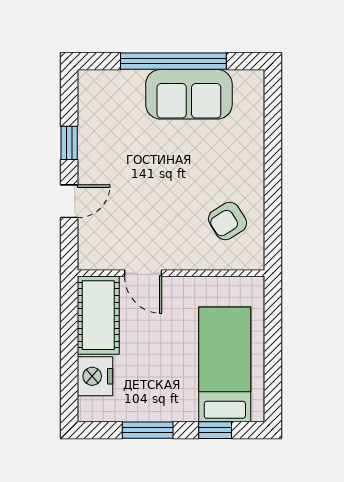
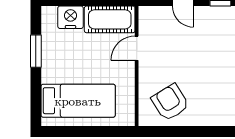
armchair: (227, 221) -> (170, 102), width x1.38, depth x1.38
window: (215, 430) -> (36, 94), removed

